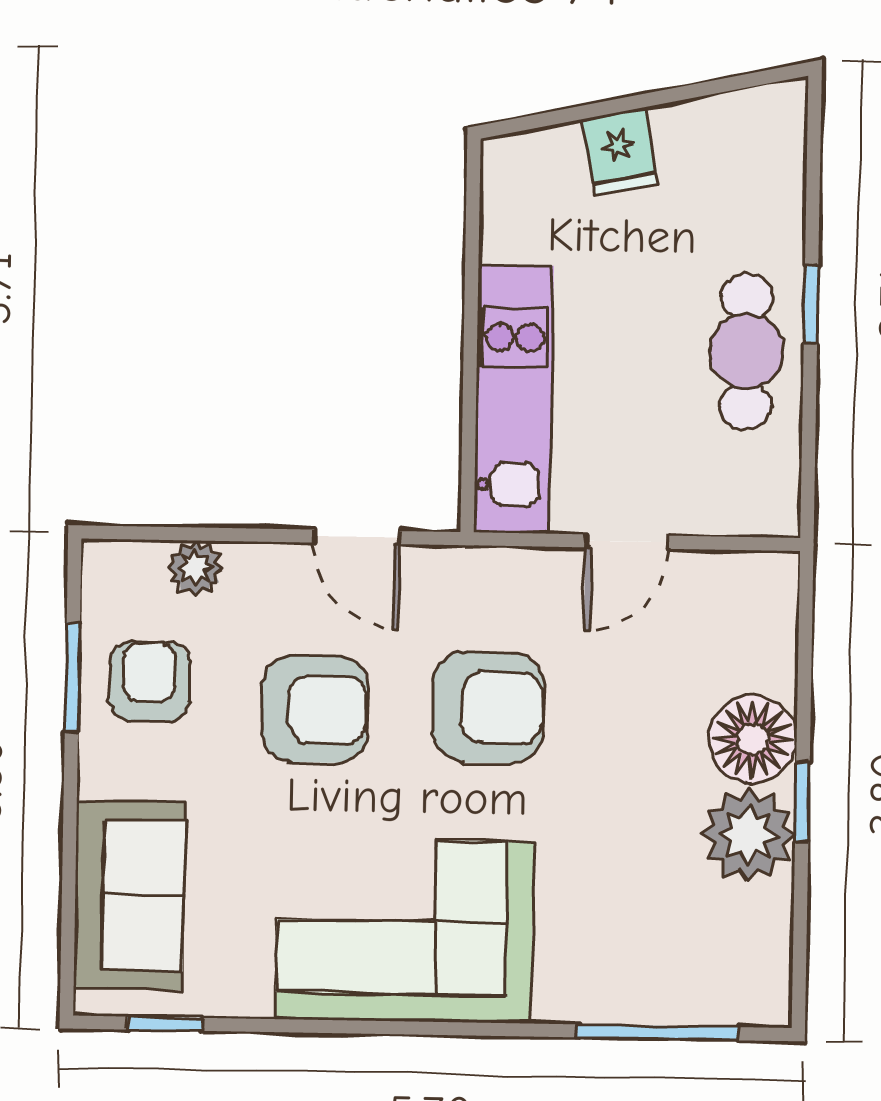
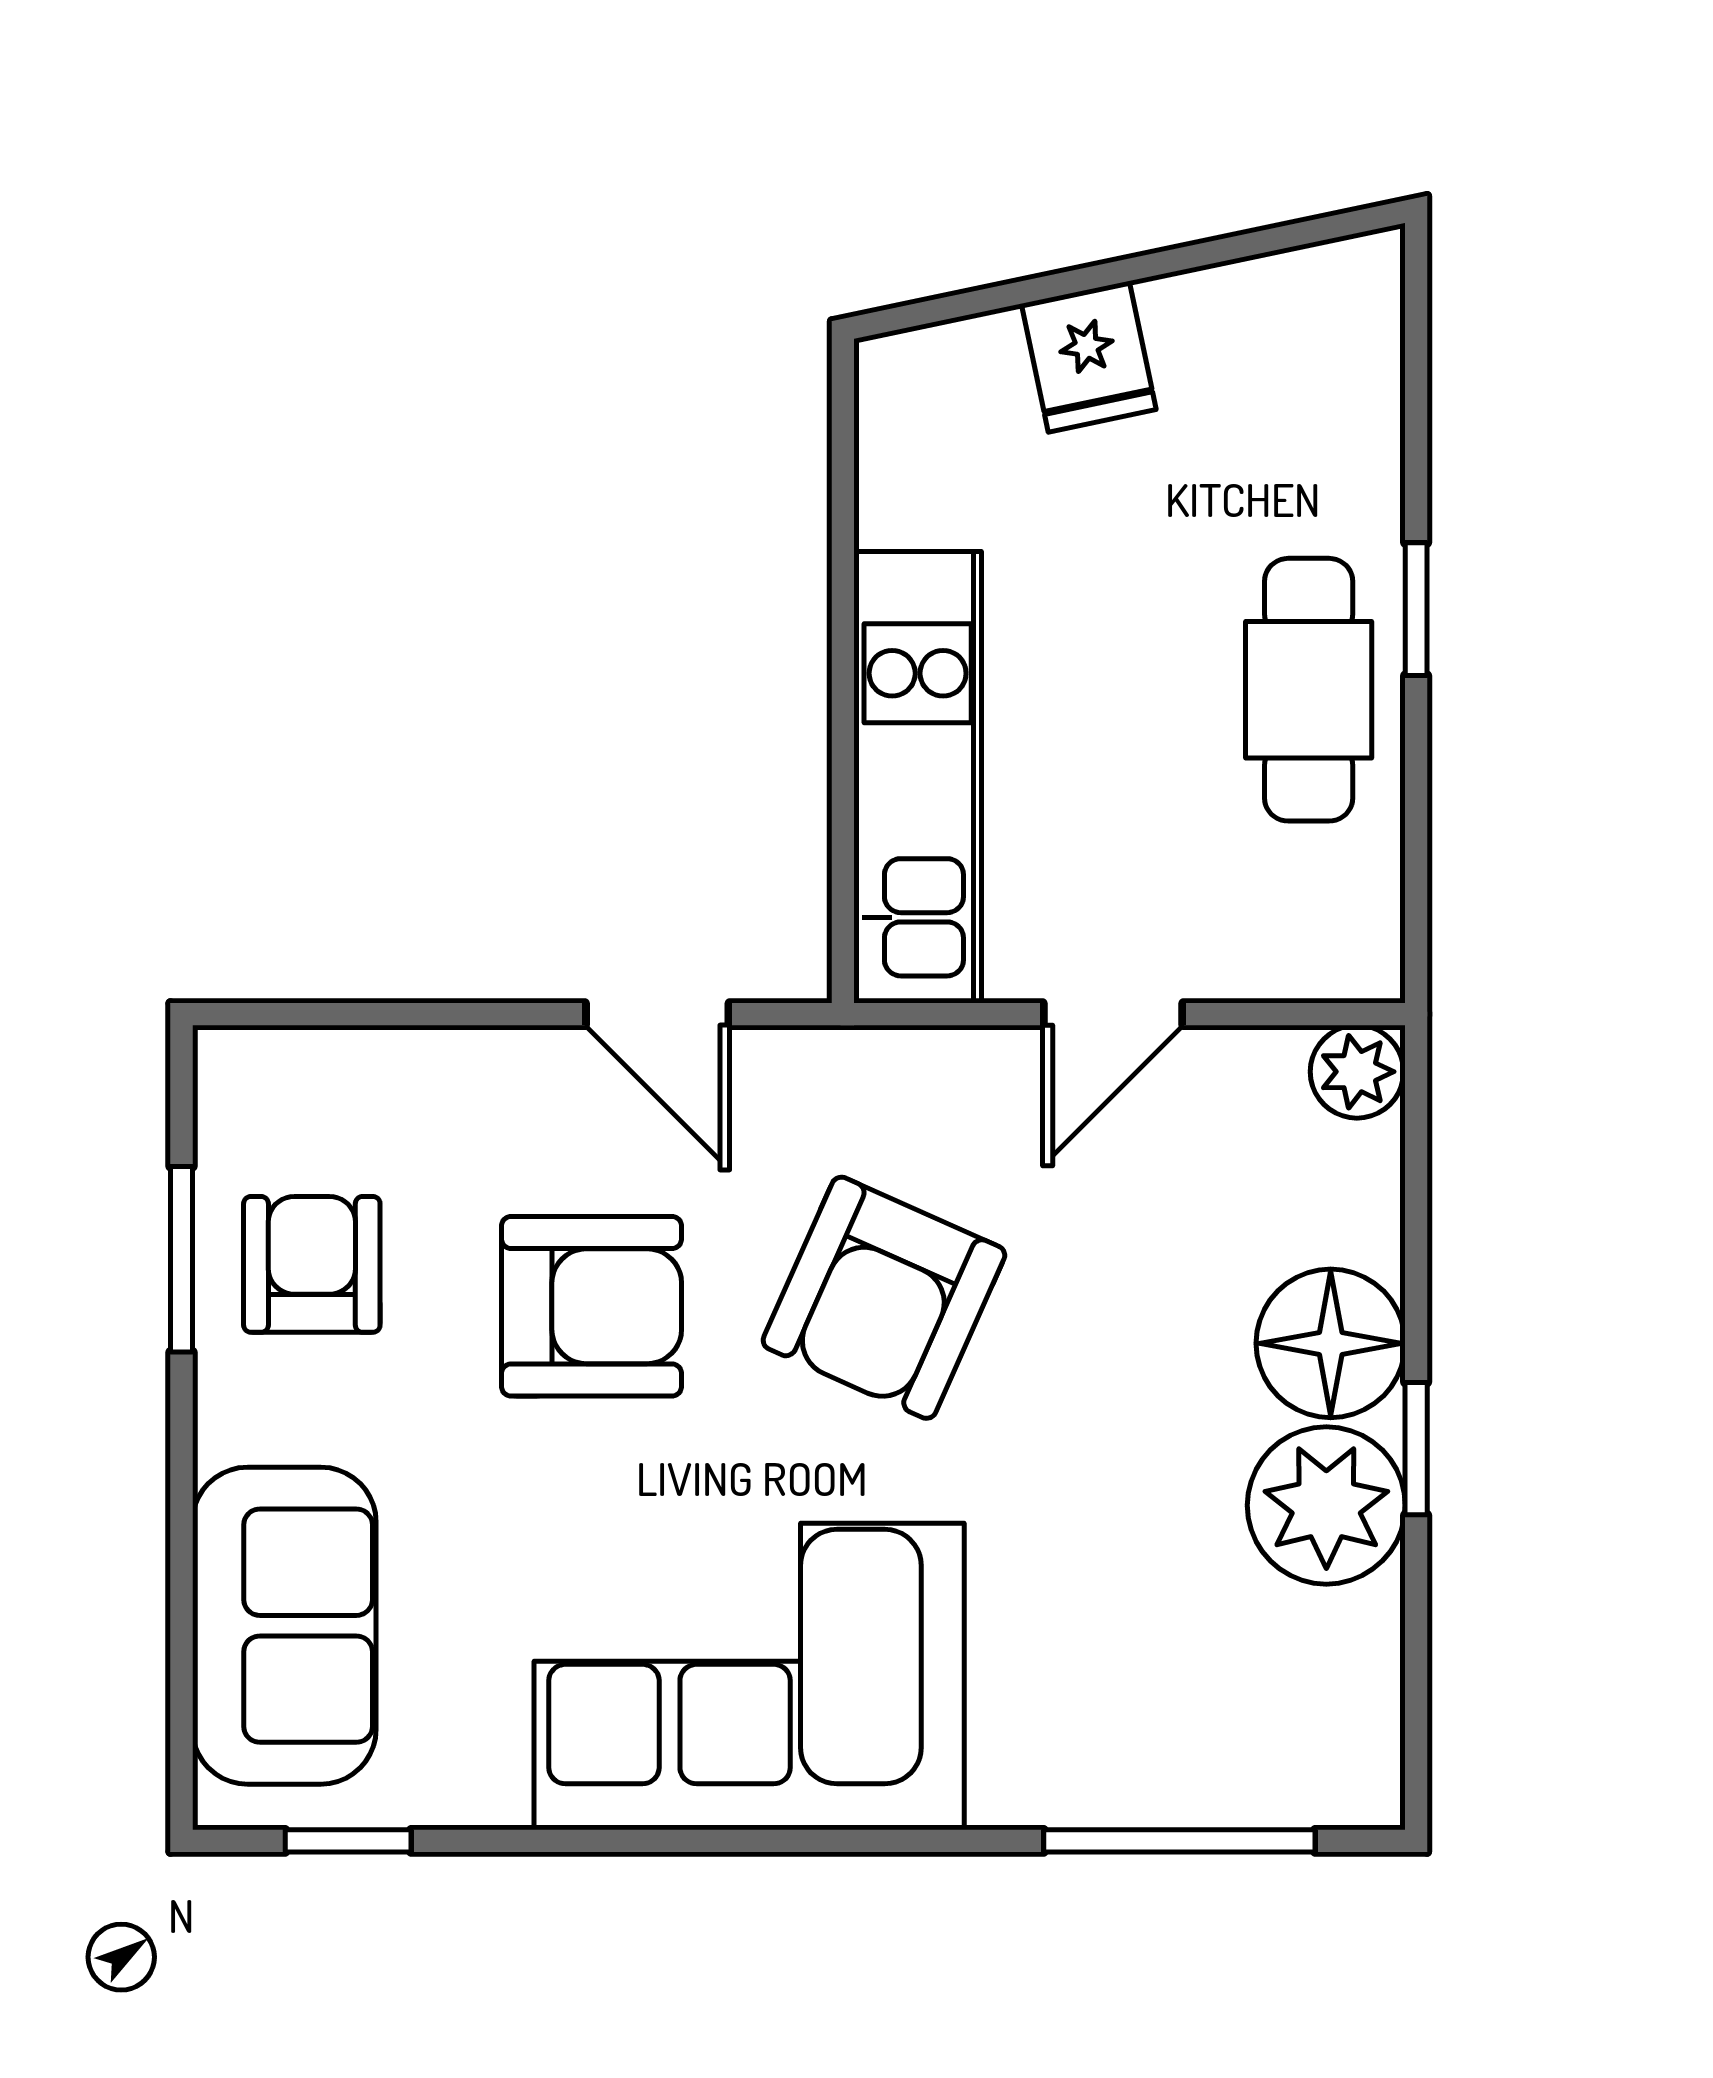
plant: (195, 568) -> (1357, 1072), moved
armchair: (488, 707) -> (884, 1298), turned 114

